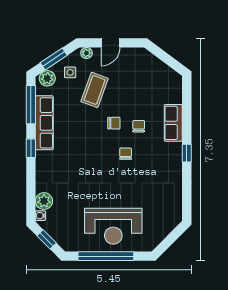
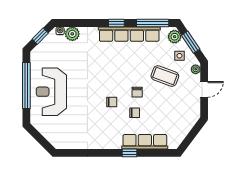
door: (111, 43) -> (204, 89), swing flipped
row of seats: (44, 123) -> (129, 34), width x1.36
row of seats: (173, 123) -> (145, 142), width x1.48
window: (187, 153) -> (129, 153), moved

